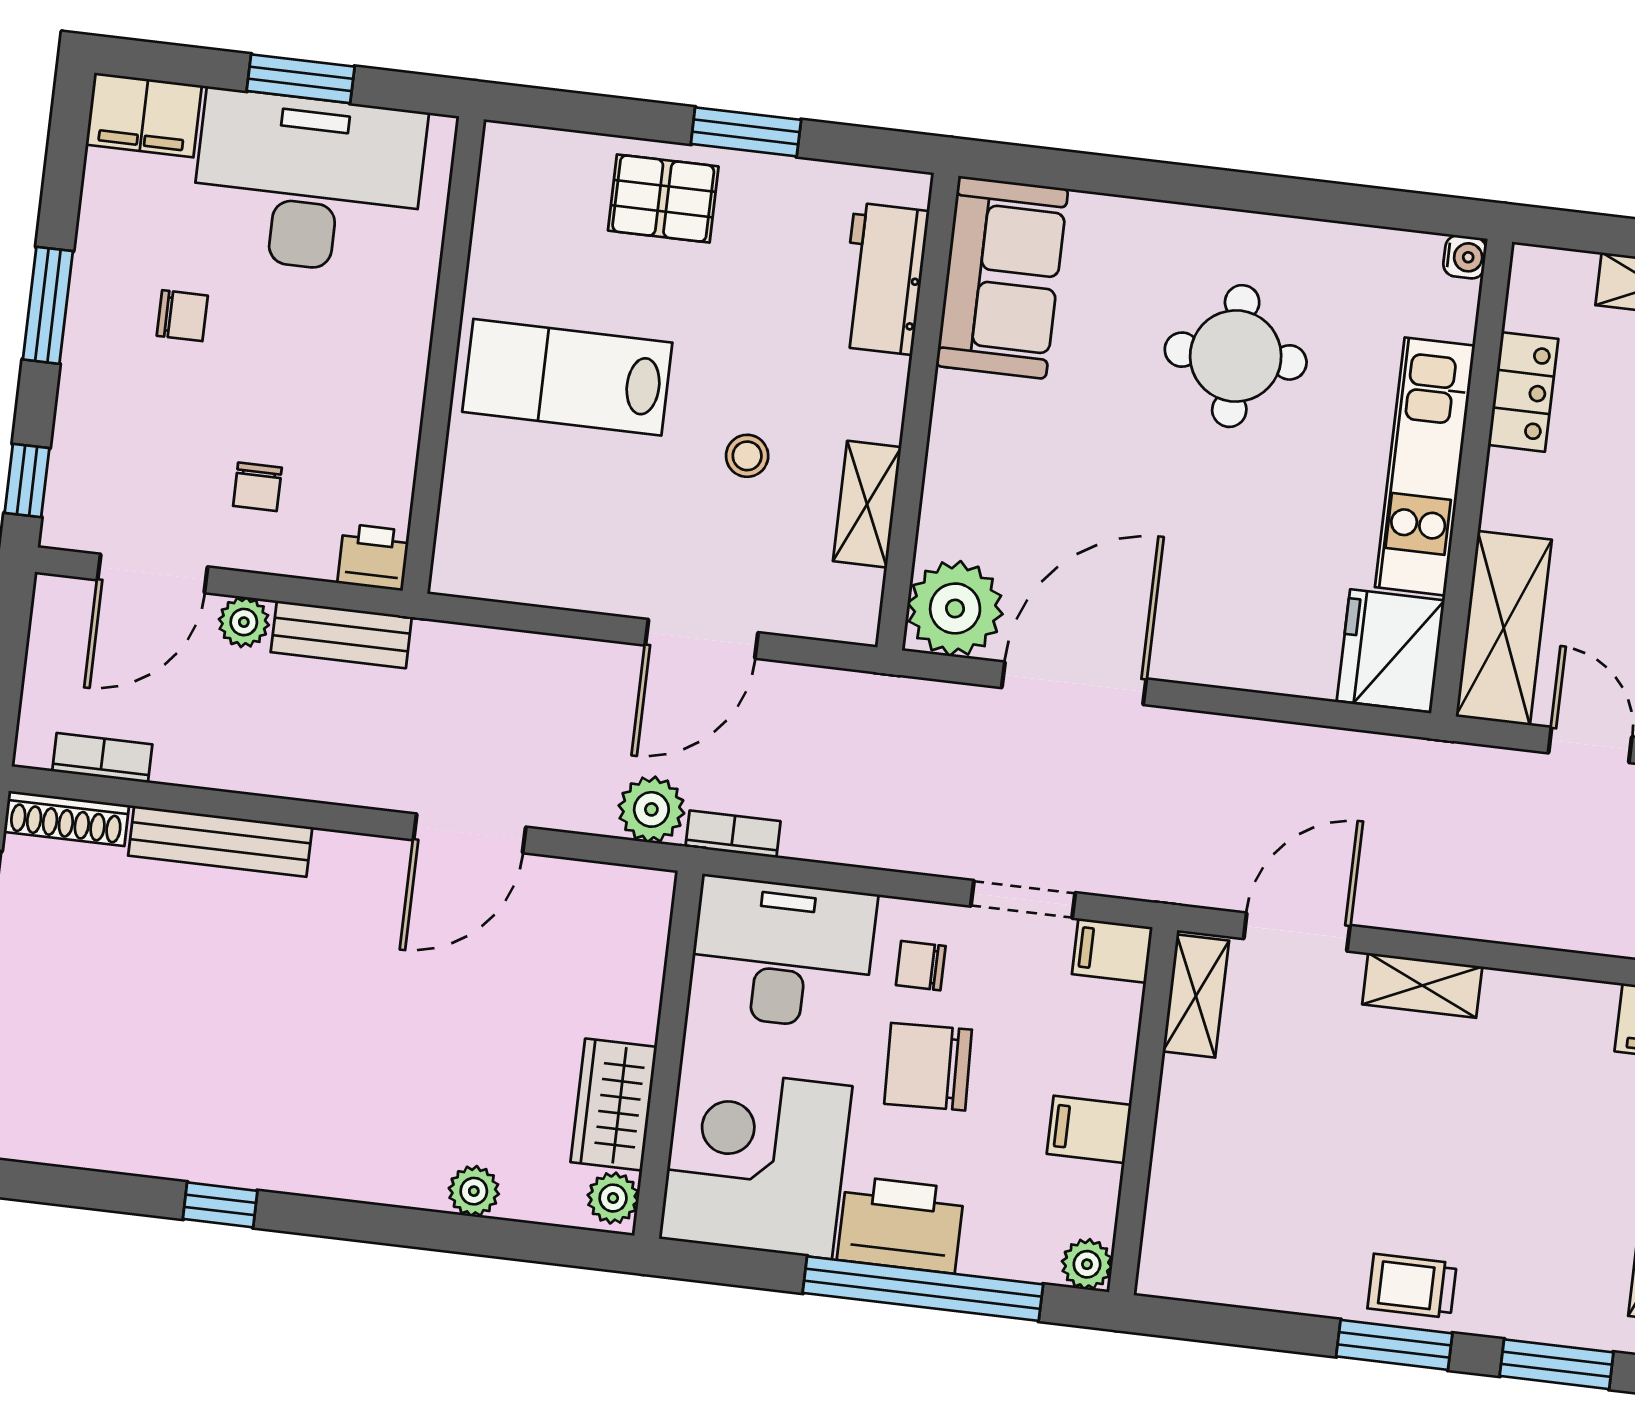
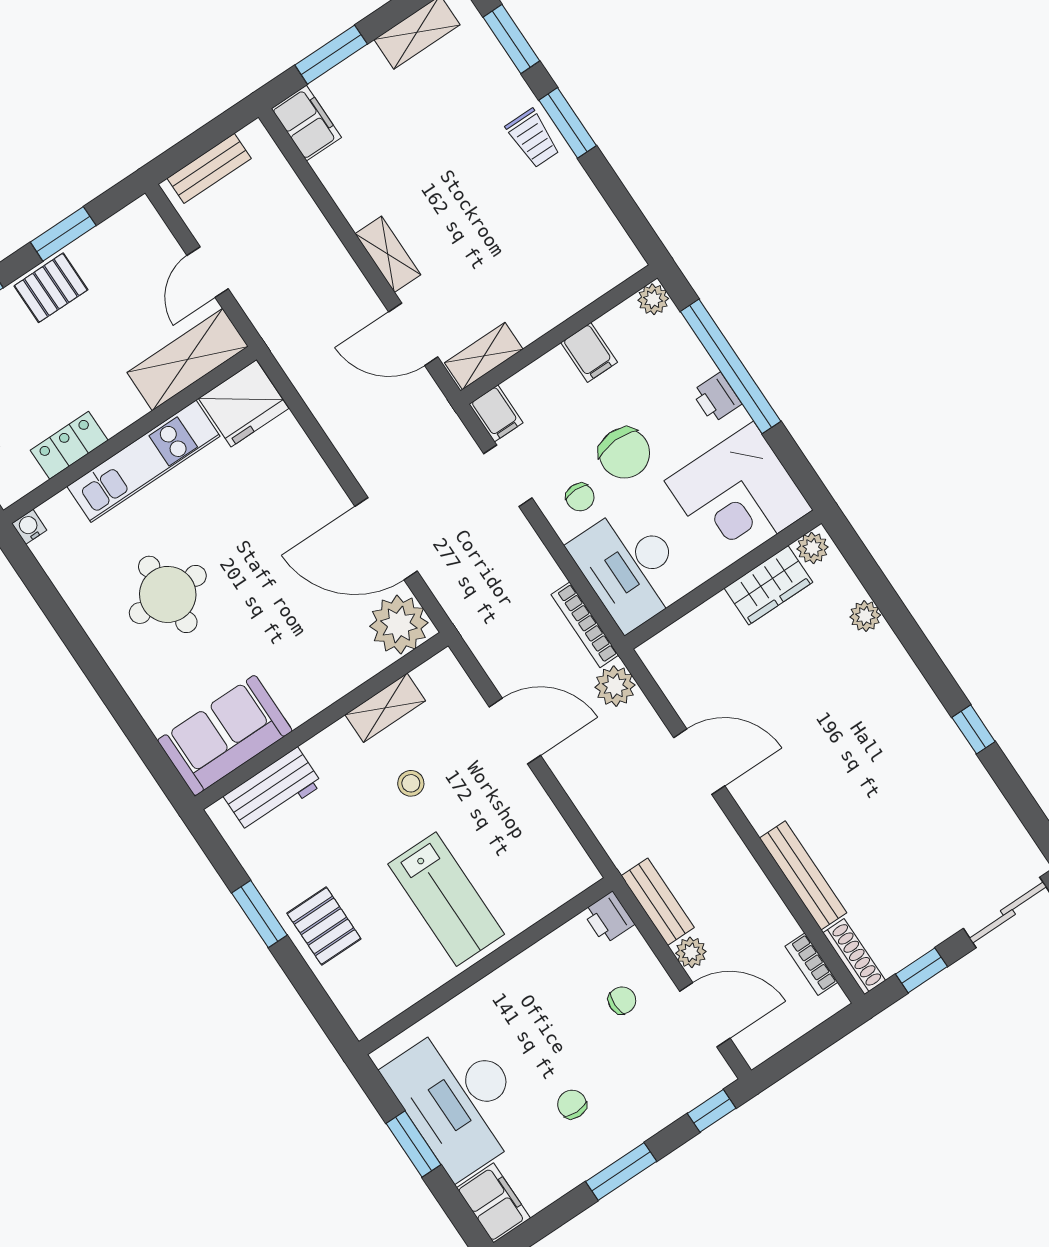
bookcase: (733, 834) -> (585, 625), width x1.56
printer: (901, 1225) -> (716, 398), width x0.53, depth x0.68

